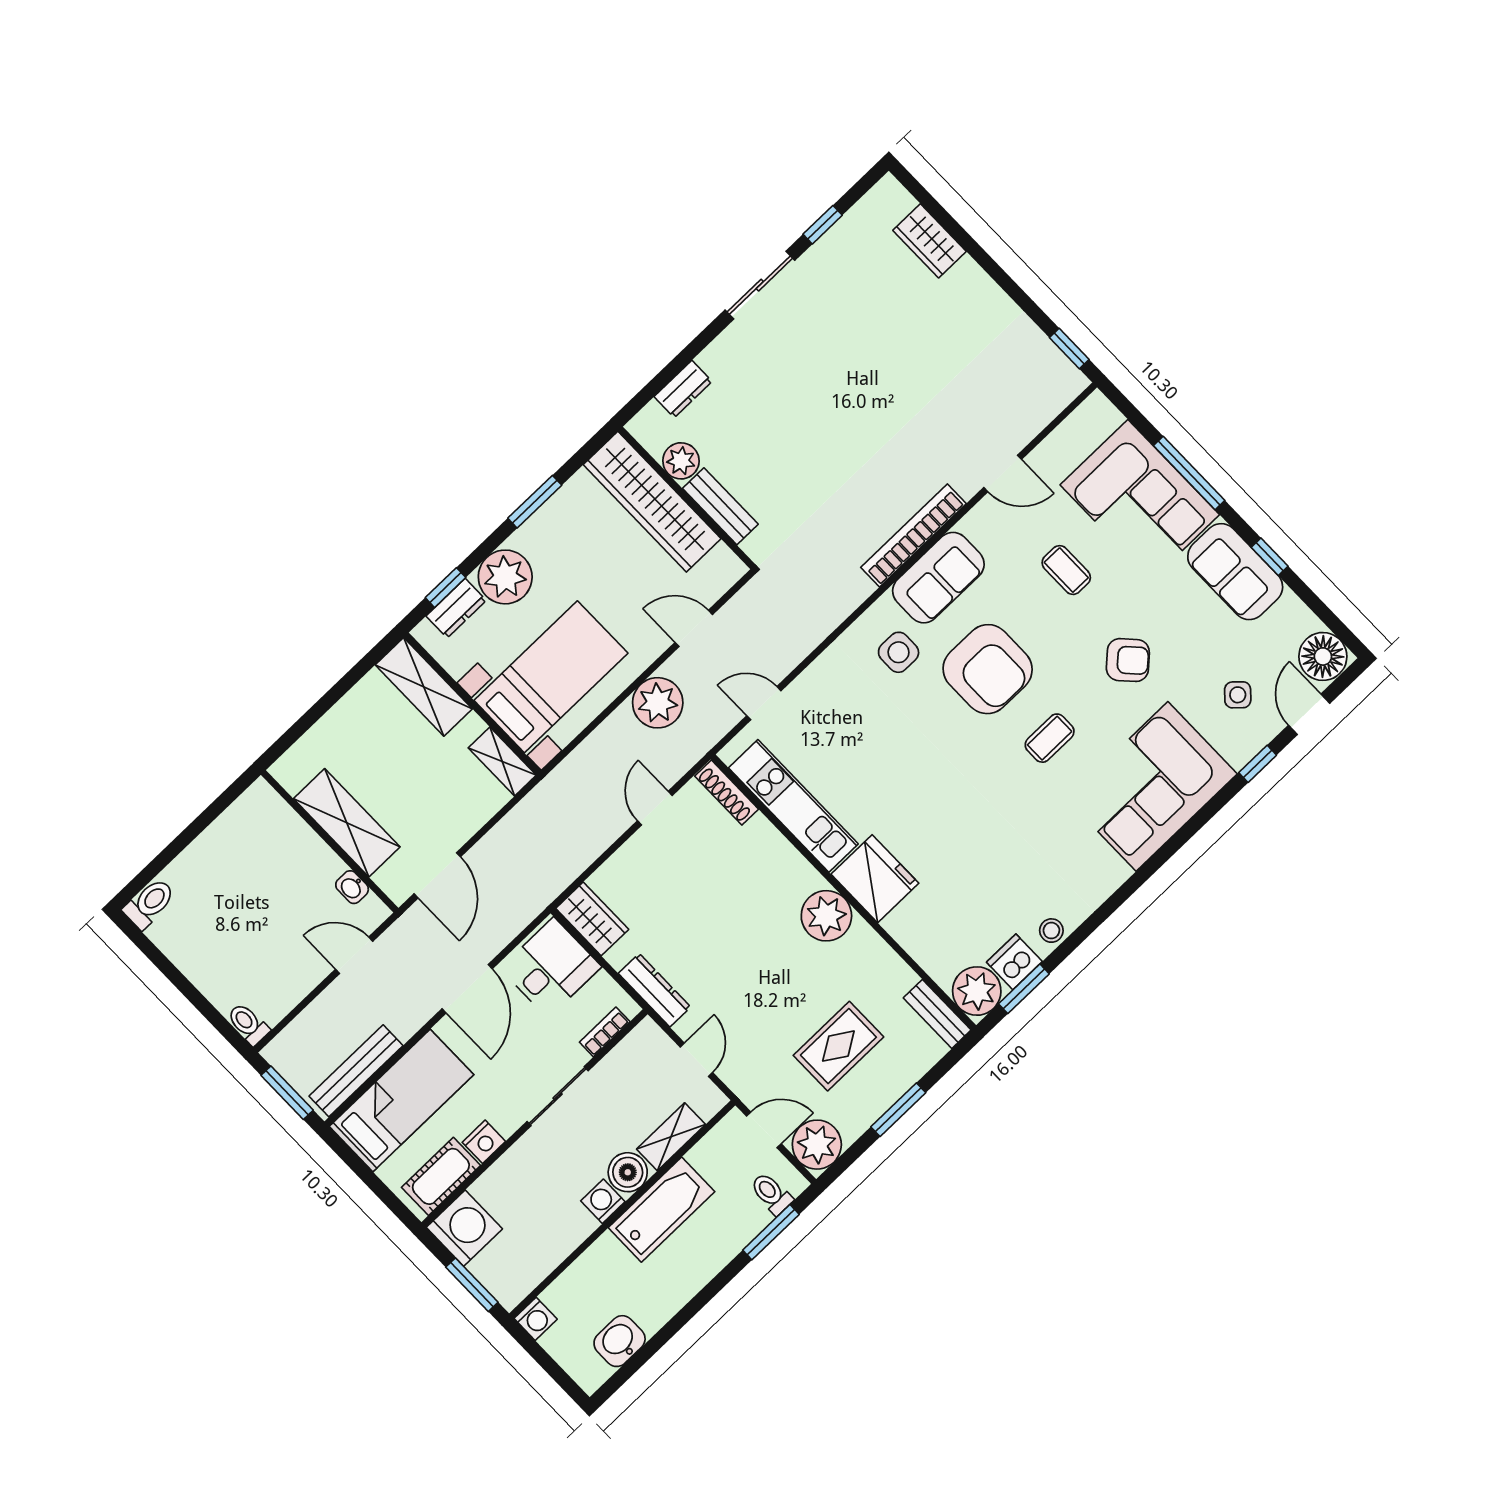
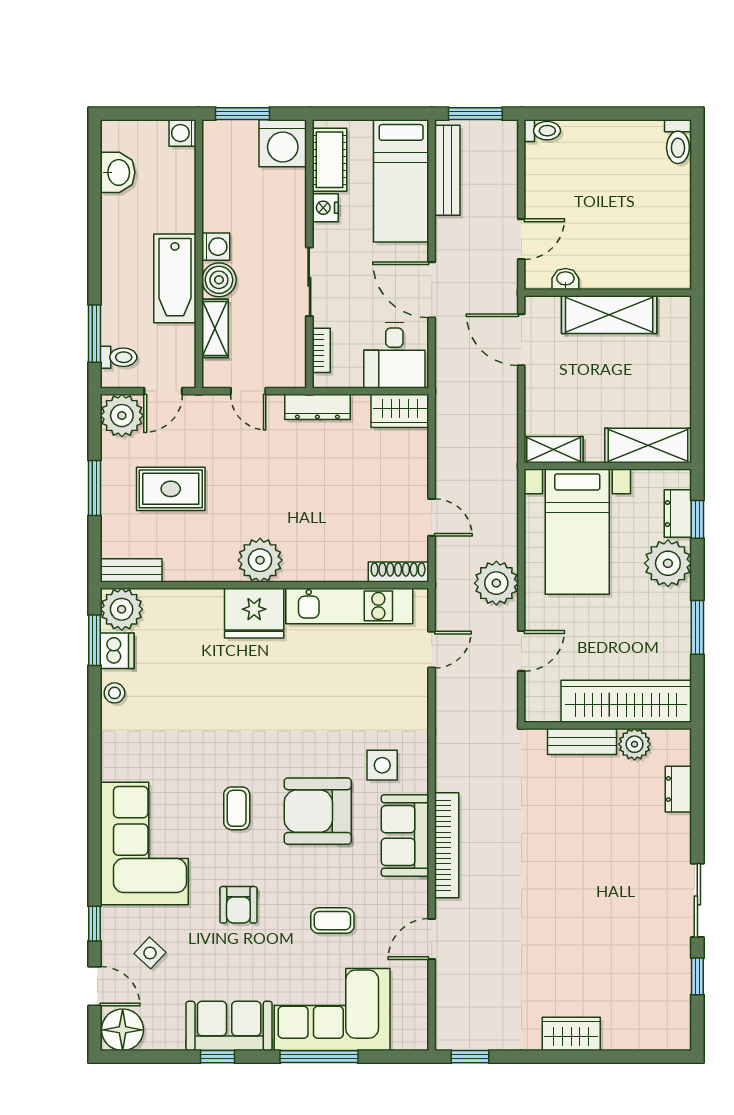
wardrobe: (930, 241) -> (571, 1034), moved
armchair: (1128, 660) -> (238, 905), turned -47
rug: (838, 1046) -> (171, 489), turned 90

